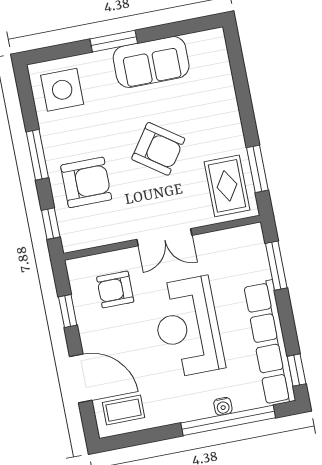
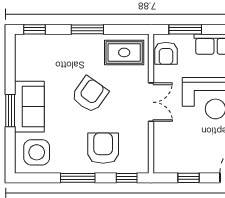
window: (235, 53) -> (35, 29), added
sofa: (151, 62) -> (29, 107), moved
window: (257, 169) -> (87, 29), moved
armchair: (115, 289) -> (166, 53), moved

